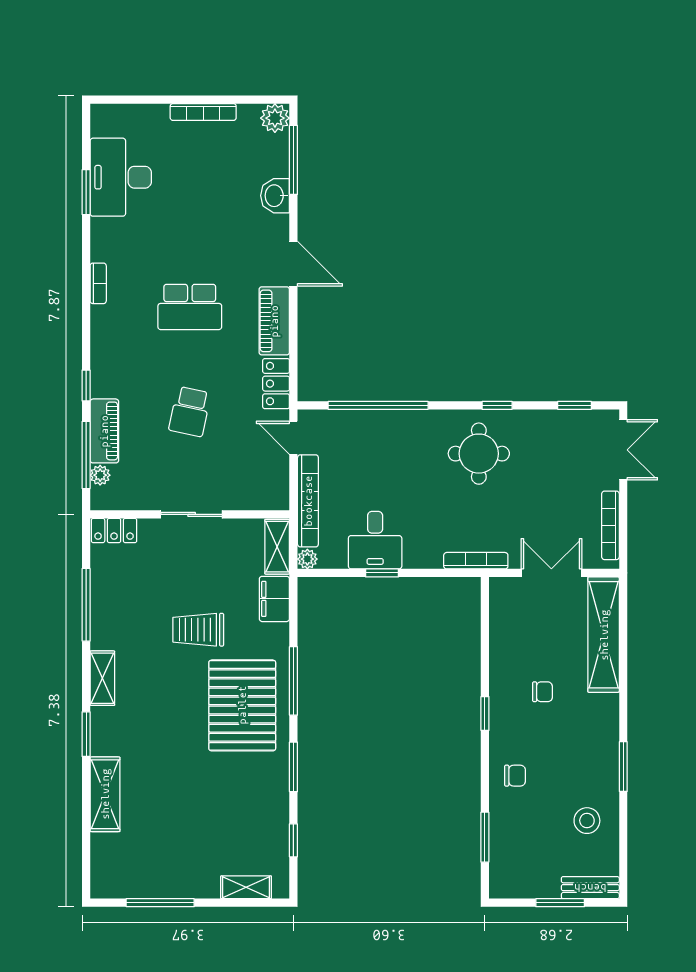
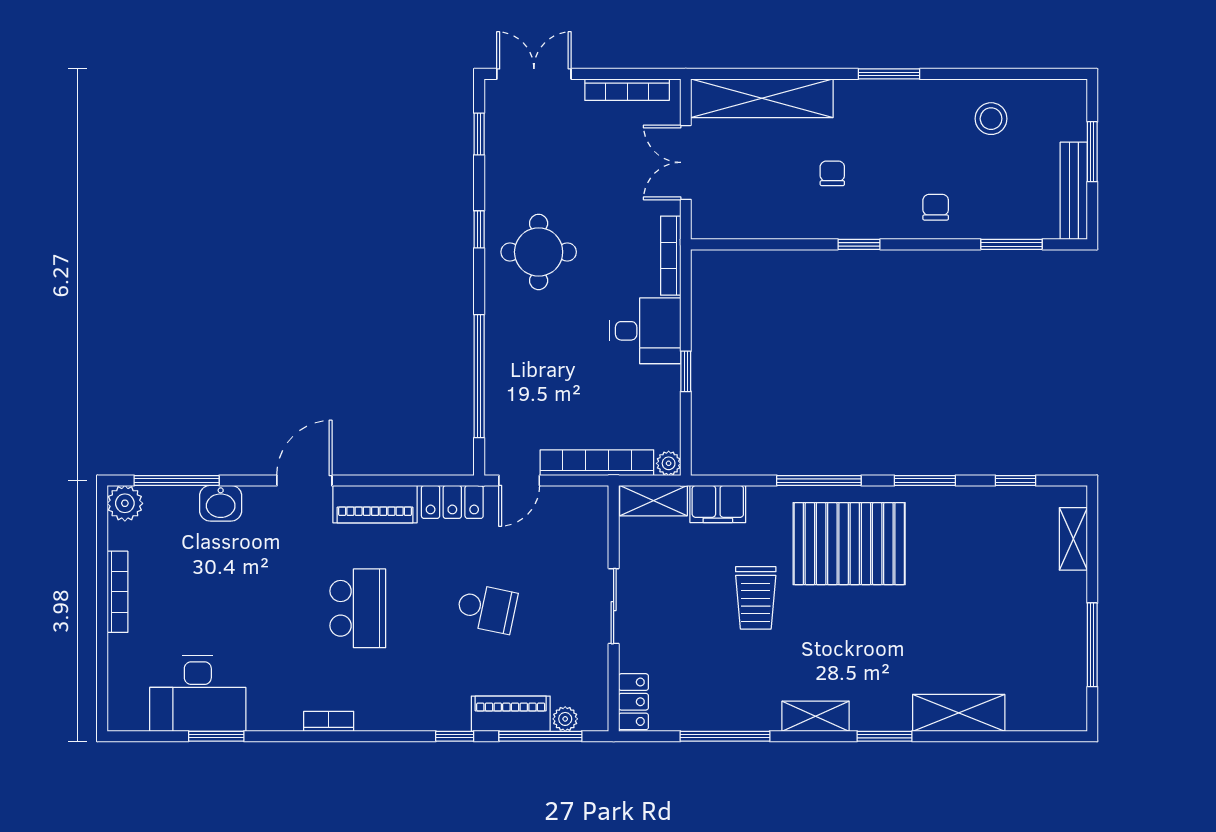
desk: (375, 540) -> (645, 331), moved
window: (623, 767) -> (889, 74), moved
bench: (590, 888) -> (1074, 191), moved, width x1.36

